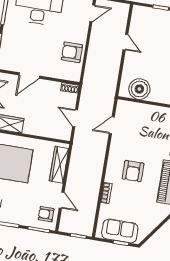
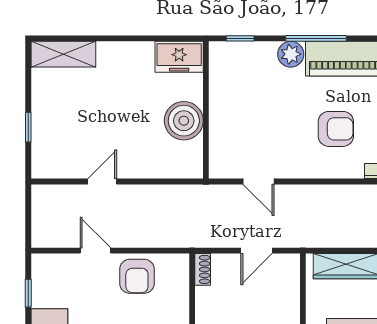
door: (92, 13) -> (95, 251), moved
boiler: (139, 89) -> (184, 121), moved

